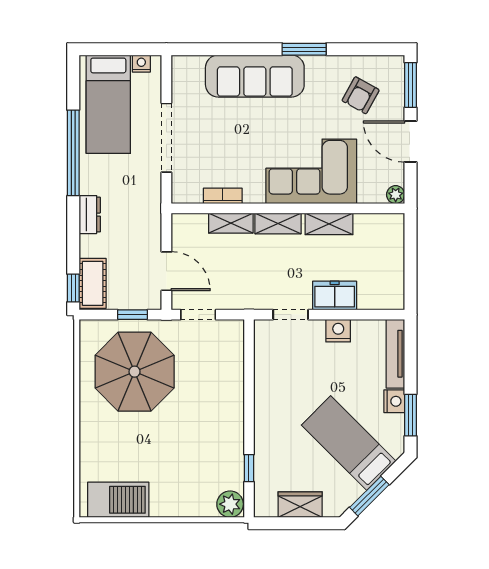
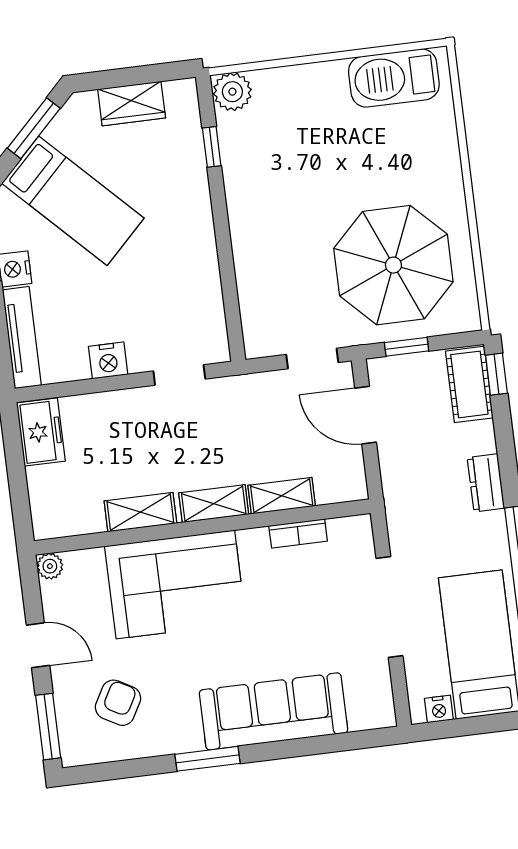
door: (411, 141) -> (38, 645), width x0.73
freezer: (335, 296) -> (41, 432), moved, turned -90

